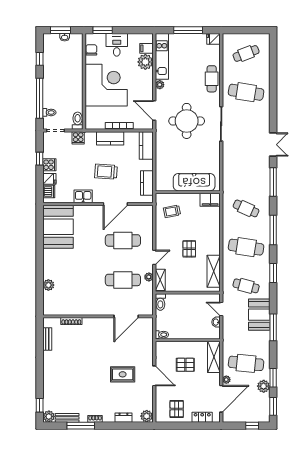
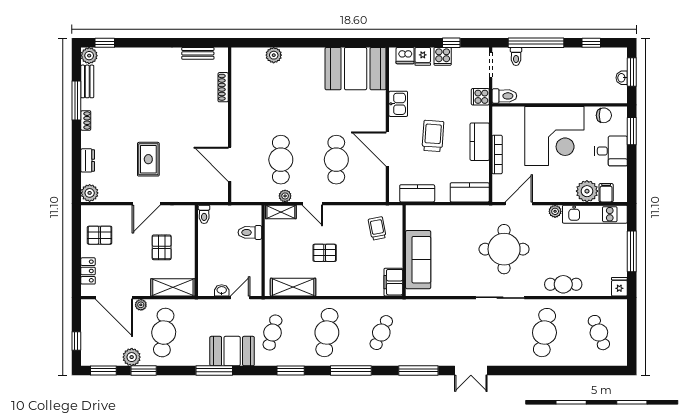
toilet: (160, 302) -> (250, 232), moved

